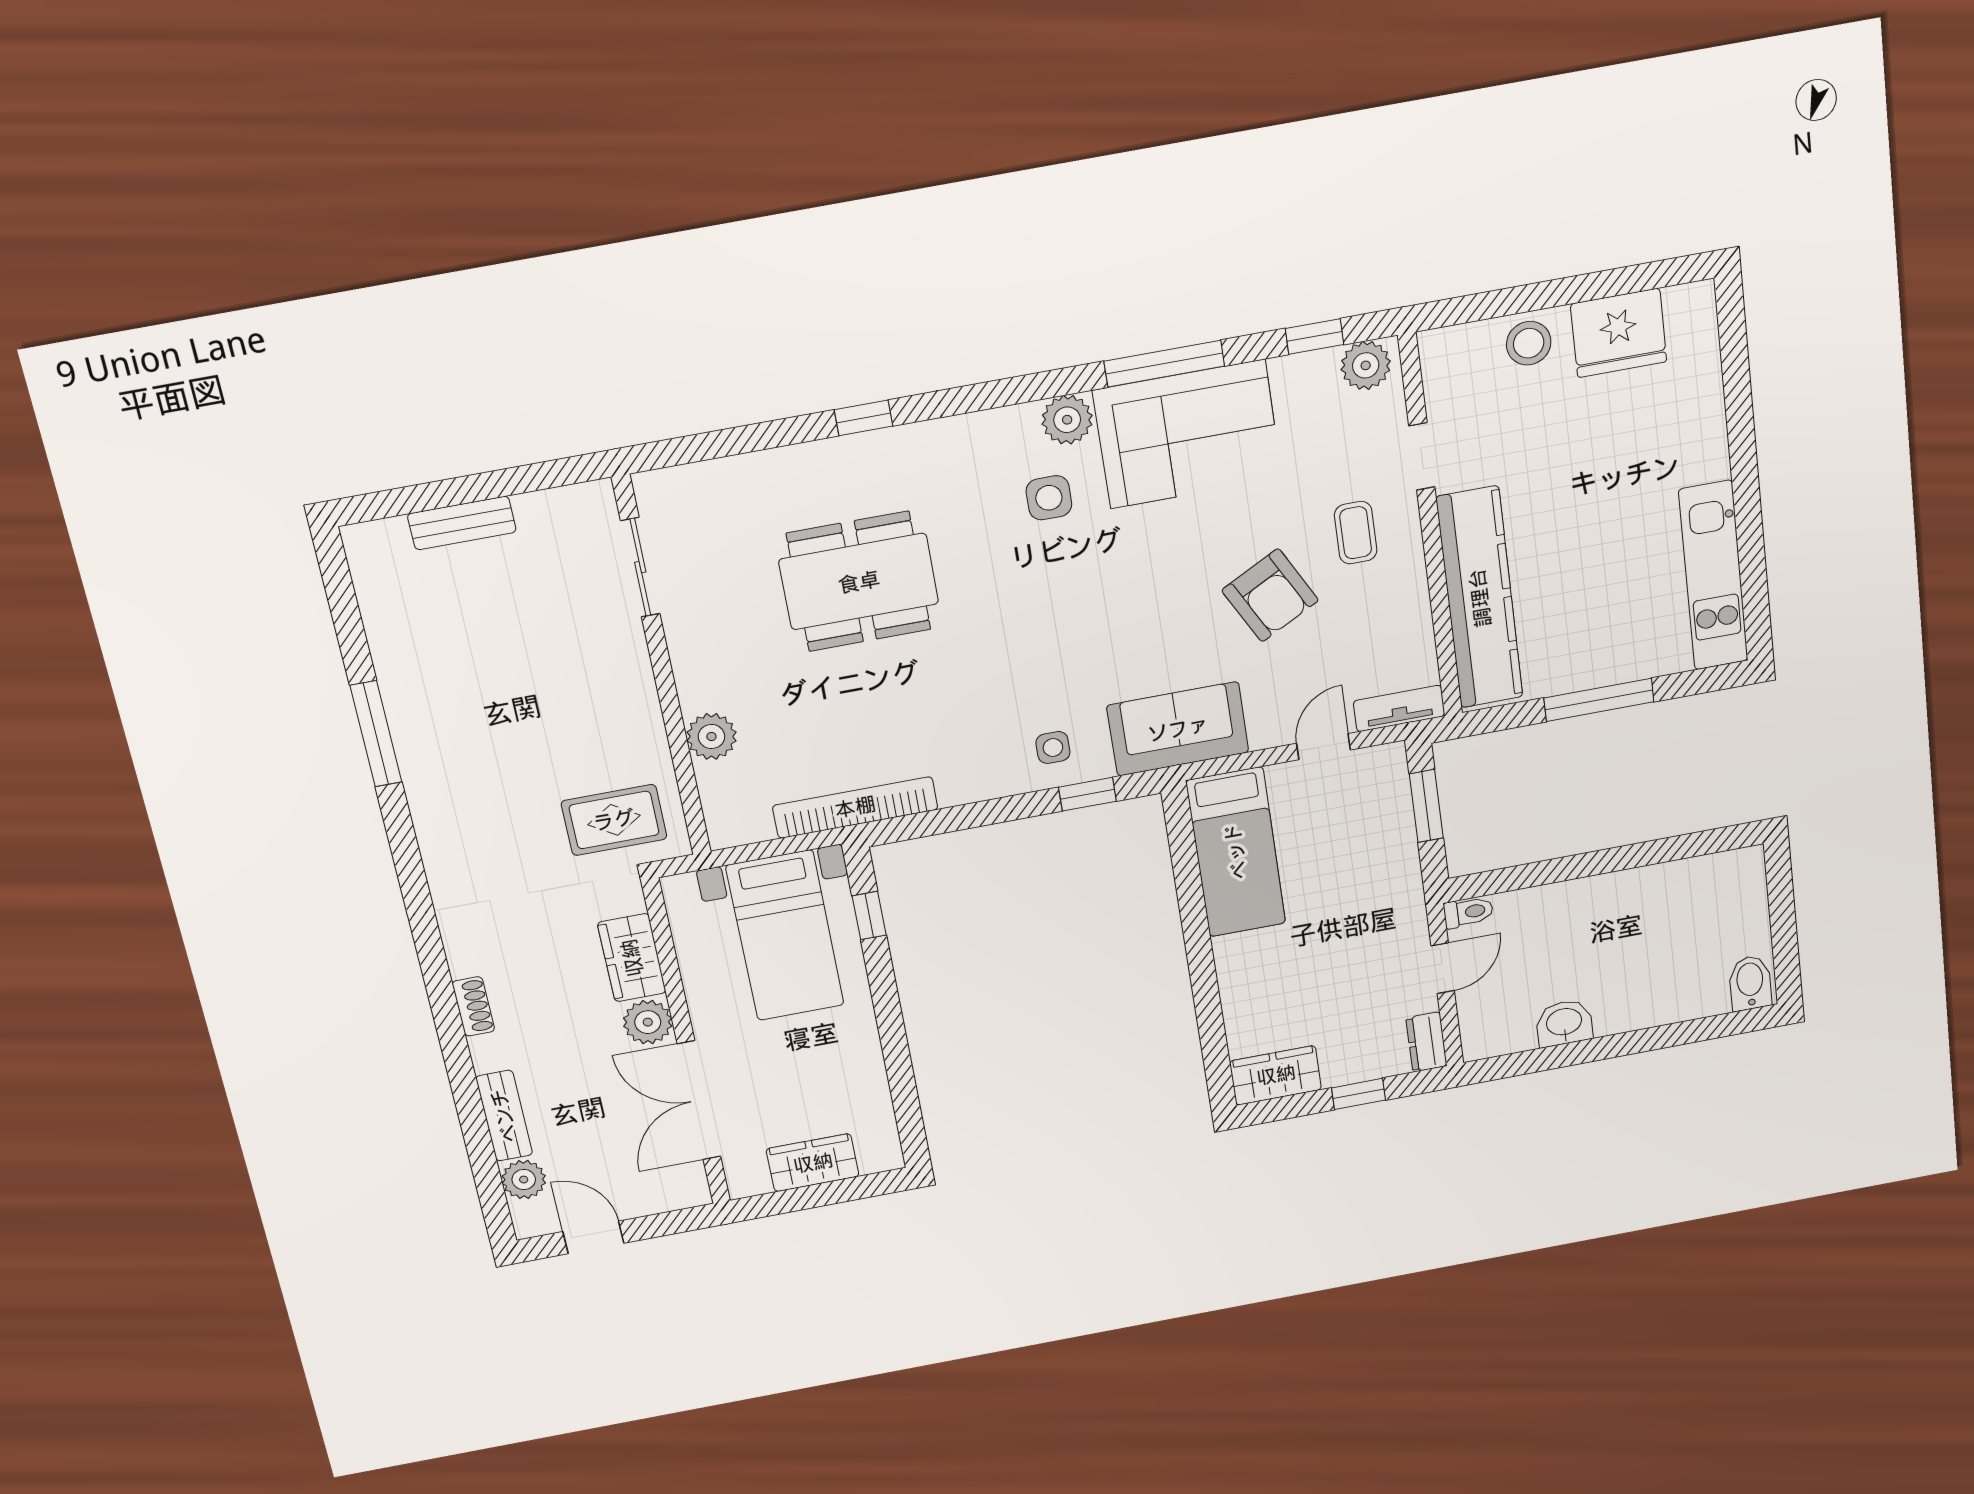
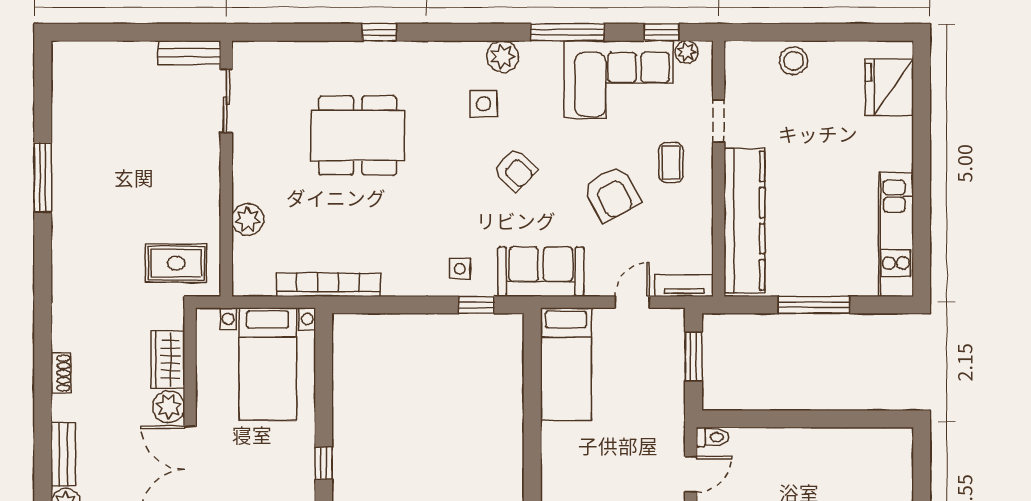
fridge: (1619, 333) -> (889, 87), moved, turned 90
plant: (1366, 365) -> (686, 52), width x0.73, depth x0.73
corner sofa: (1188, 434) -> (619, 79), moved
bench: (462, 523) -> (189, 53), moved
armchair: (1115, 588) -> (515, 170), added
window: (869, 915) -> (324, 463), moved

